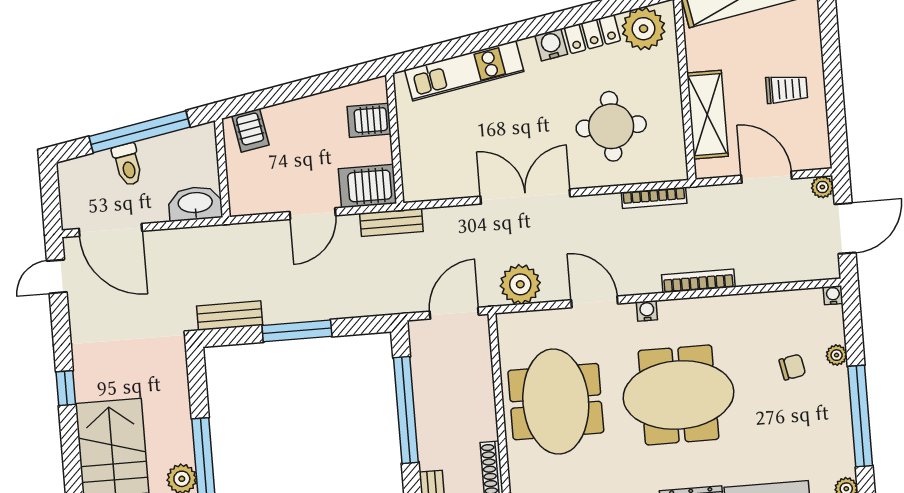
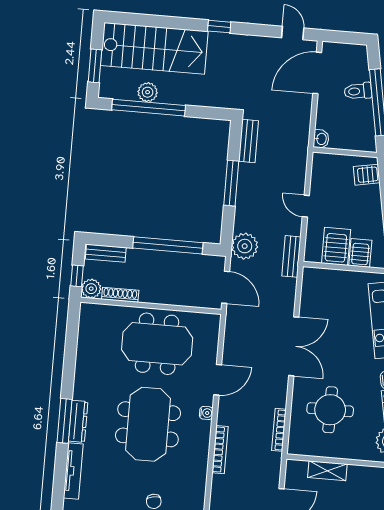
shelving: (707, 115) -> (327, 471), width x0.67, depth x0.75
server rack: (367, 186) -> (336, 246), moved
washbasin: (195, 204) -> (321, 139), width x0.52, depth x0.69
door: (313, 214) -> (306, 206), width x0.73
plant: (520, 284) -> (245, 246), moved

